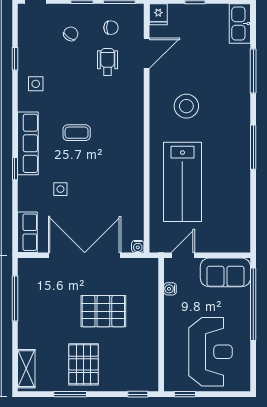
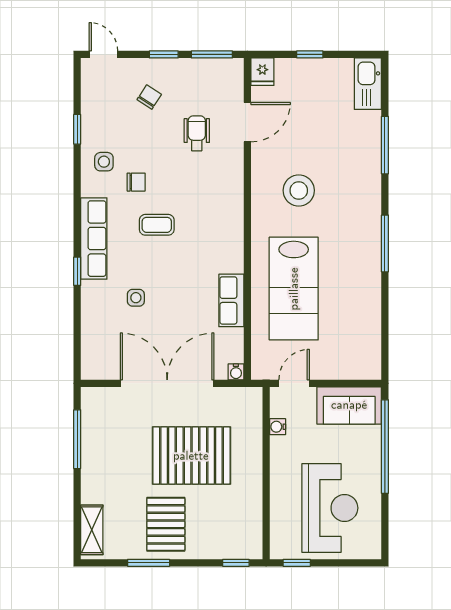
chair: (111, 28) -> (136, 182), moved
row of seats: (27, 232) -> (231, 300), moved, turned 180
pallet: (103, 311) -> (191, 456), width x1.37, depth x1.41

